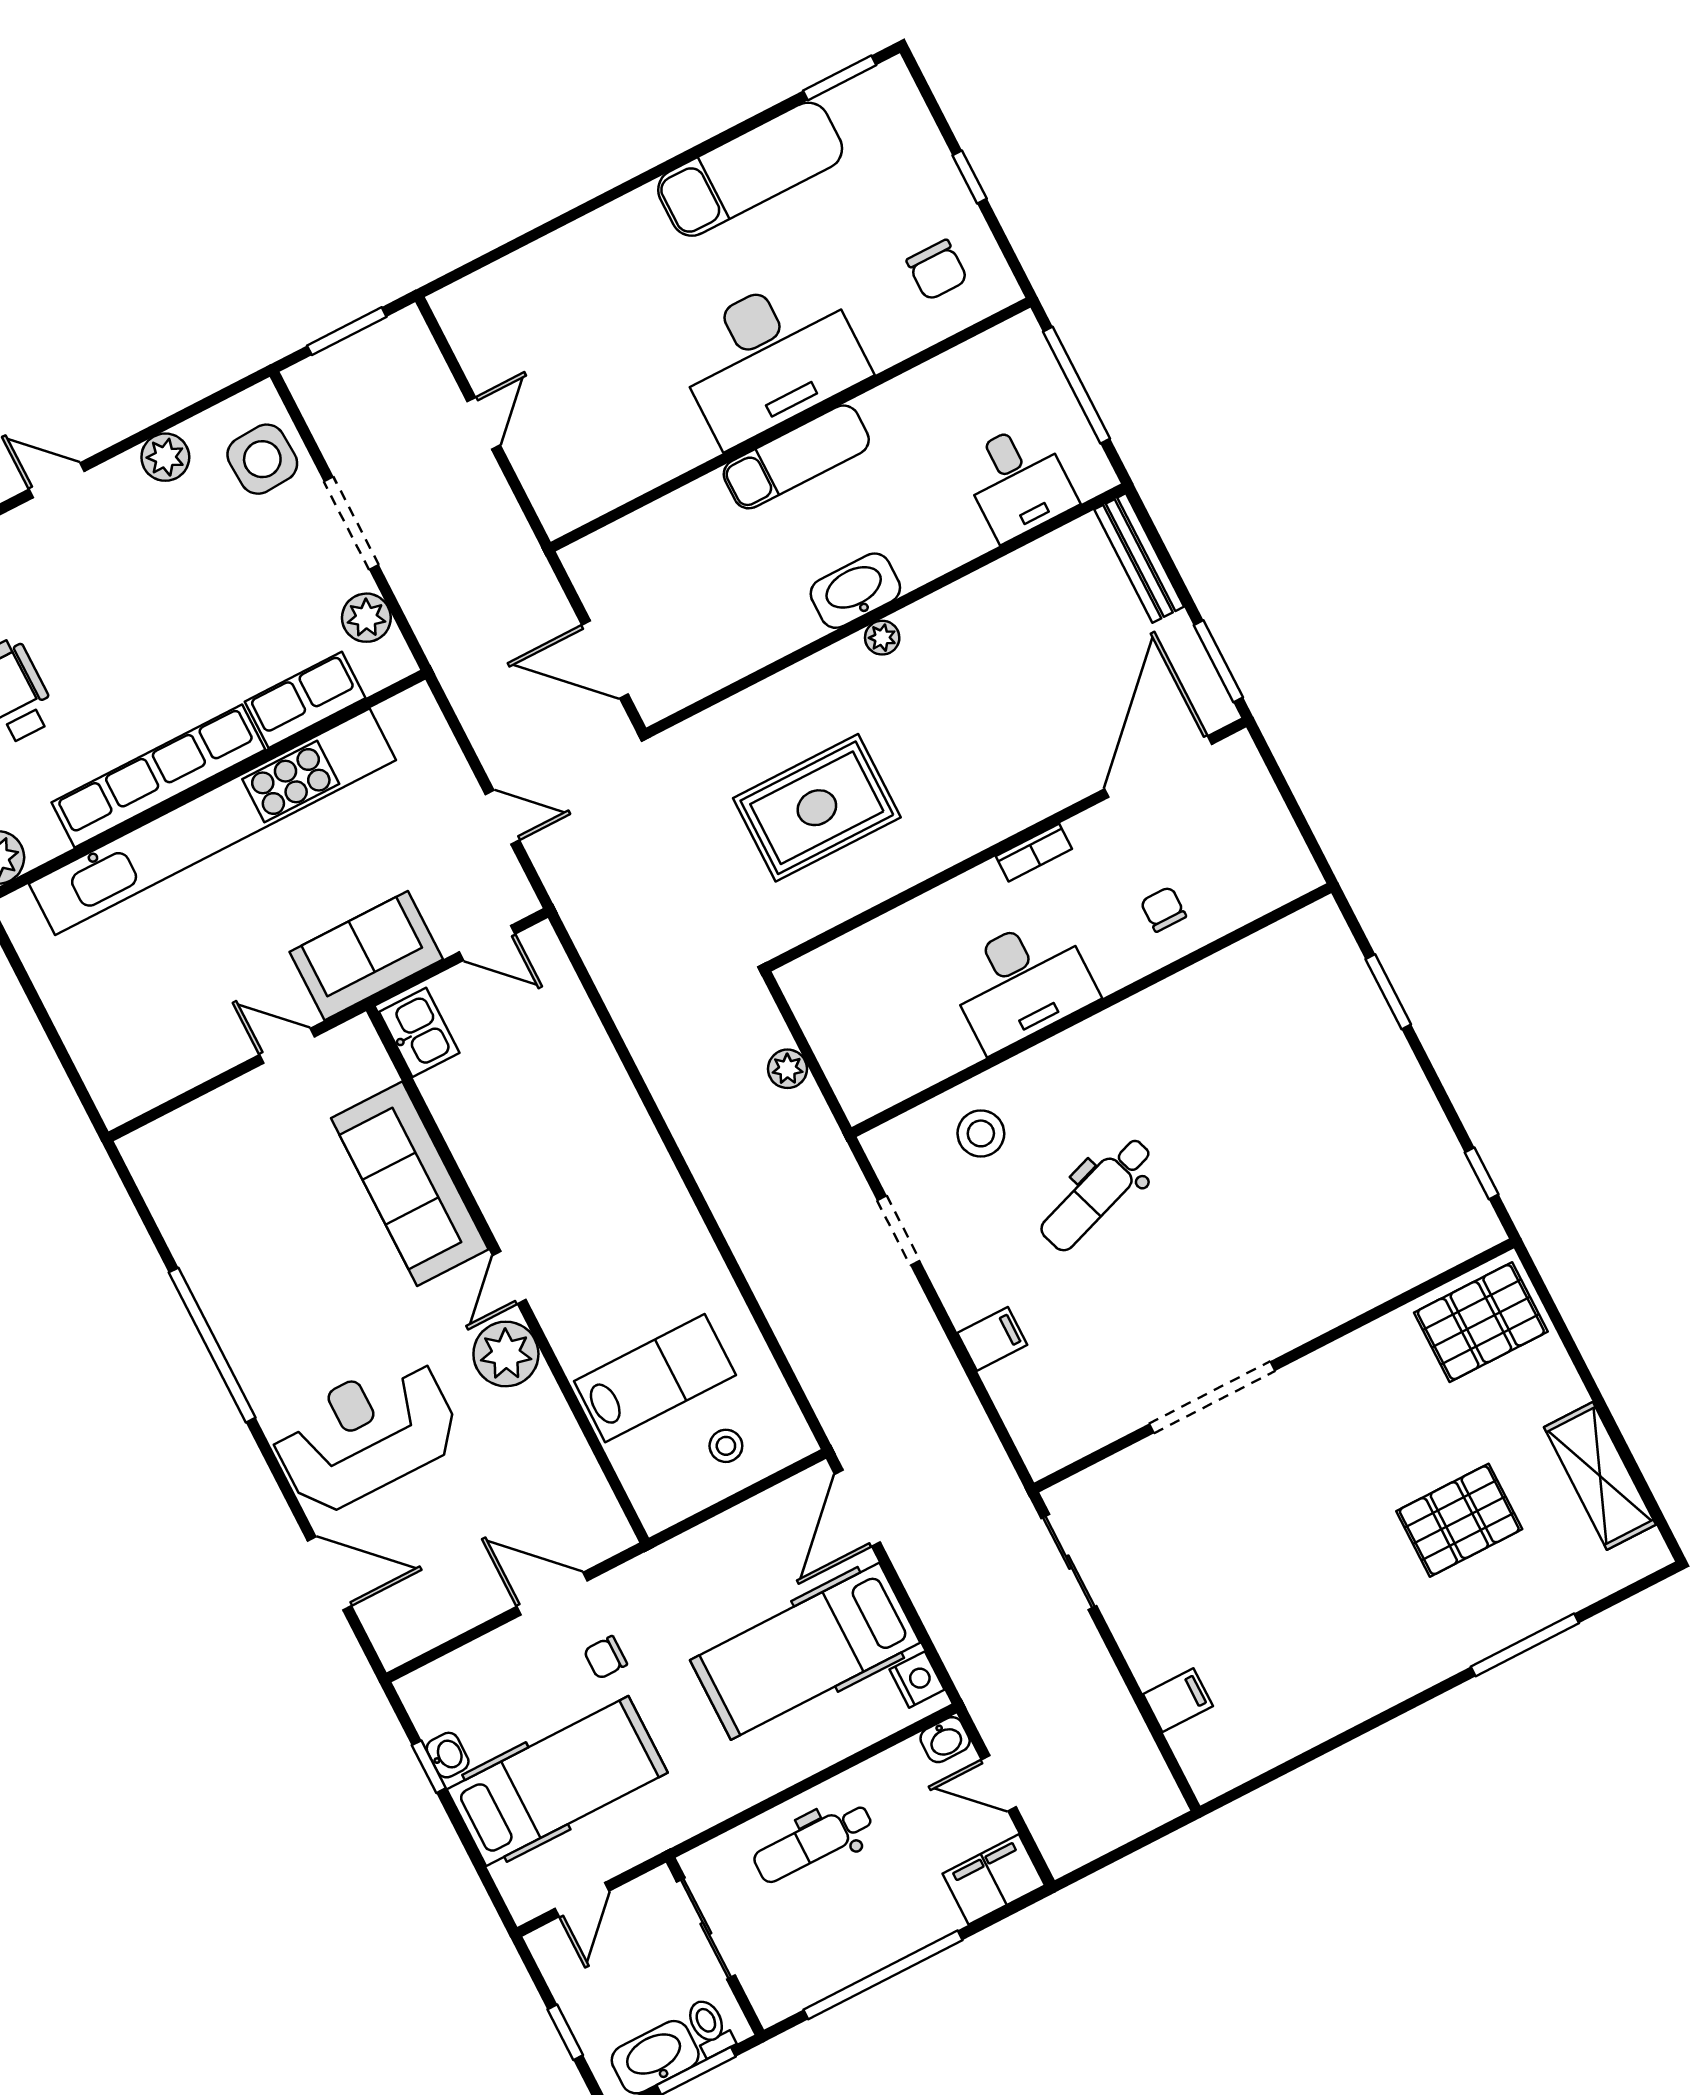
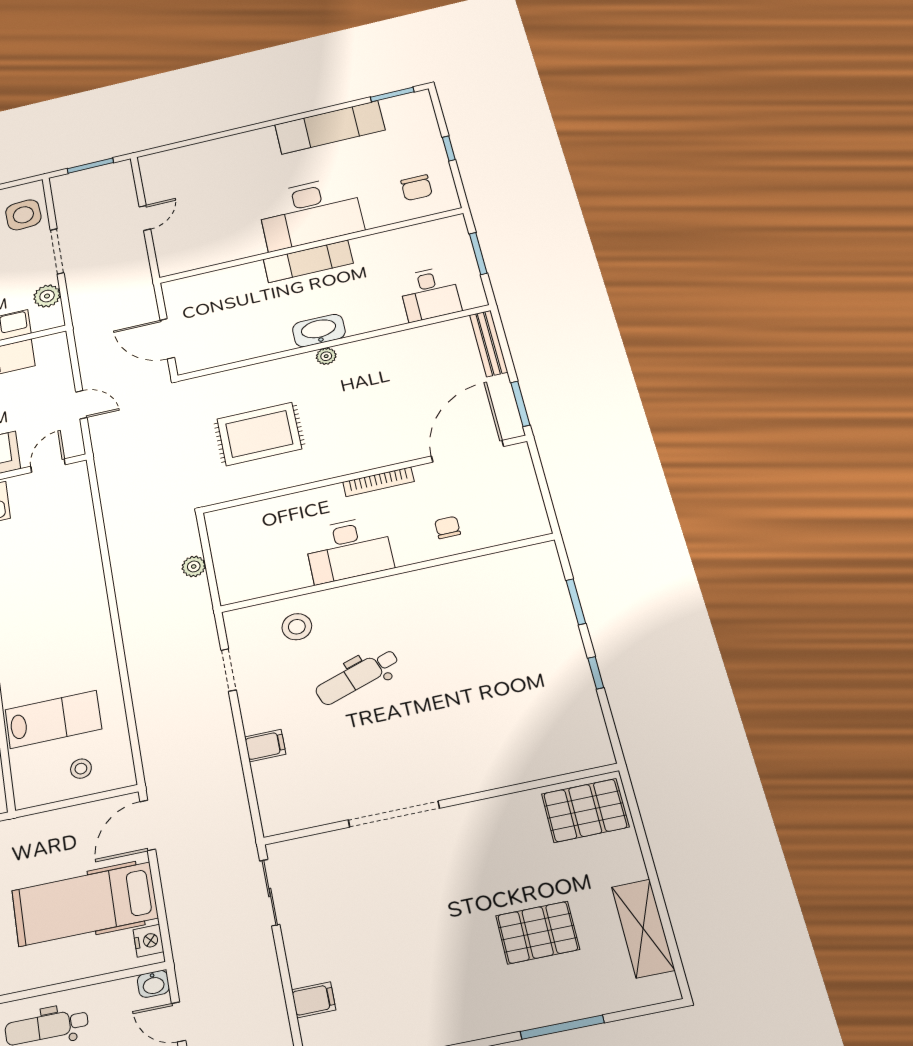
window: (1076, 385) -> (478, 254), width x0.69
bookcase: (1034, 853) -> (378, 482), width x1.56
door: (487, 943) -> (48, 466), swing flipped
window: (1482, 1173) -> (596, 673), moved

